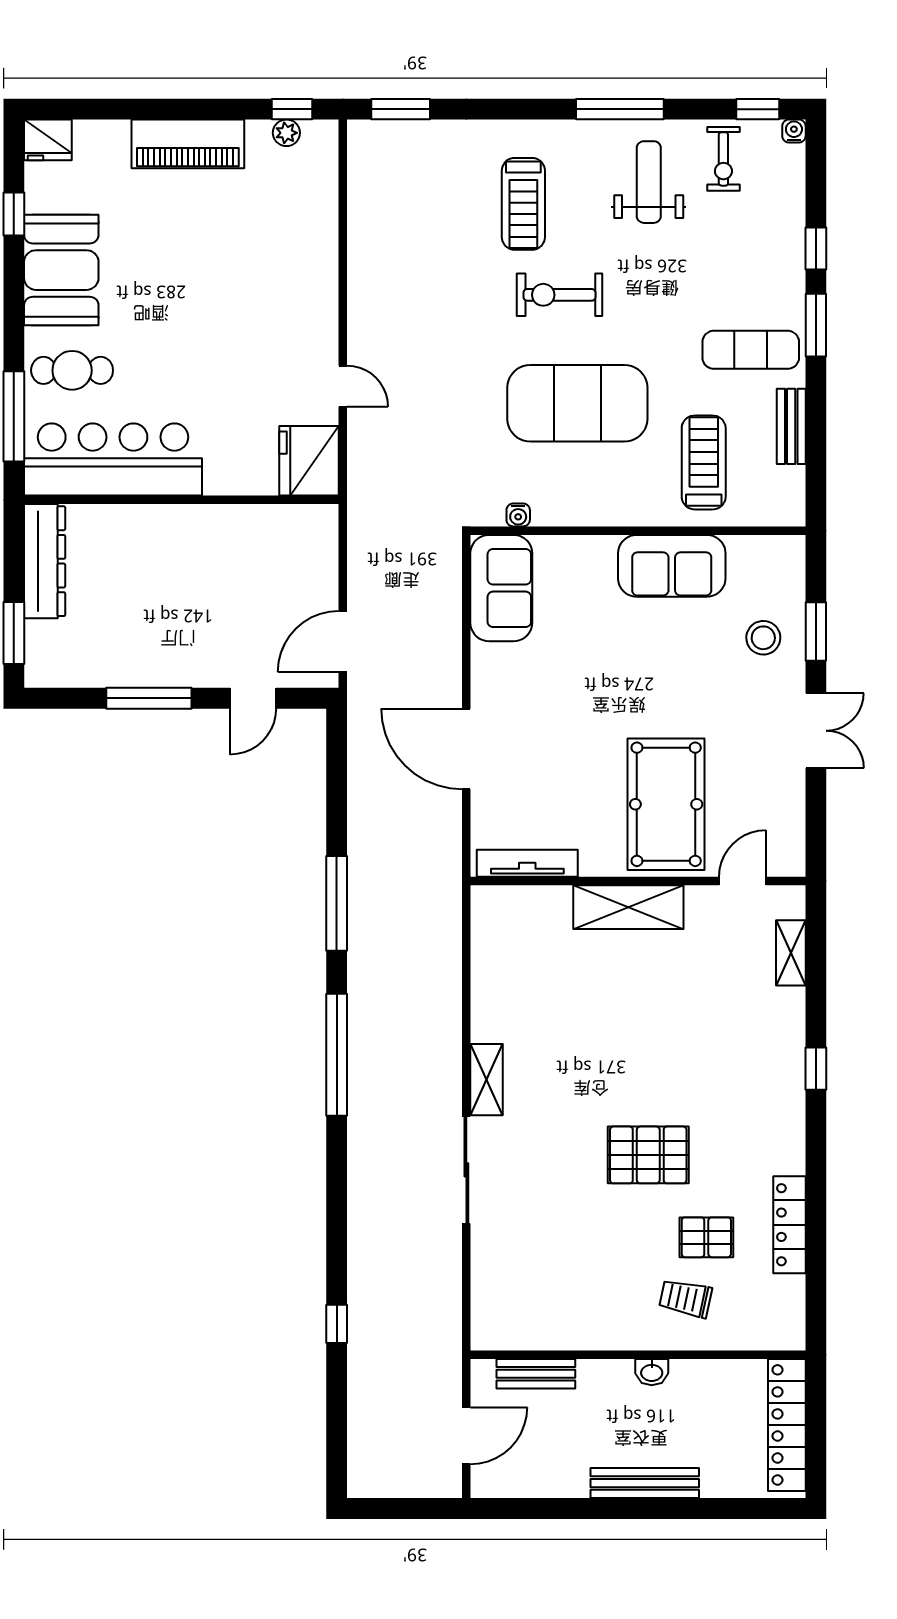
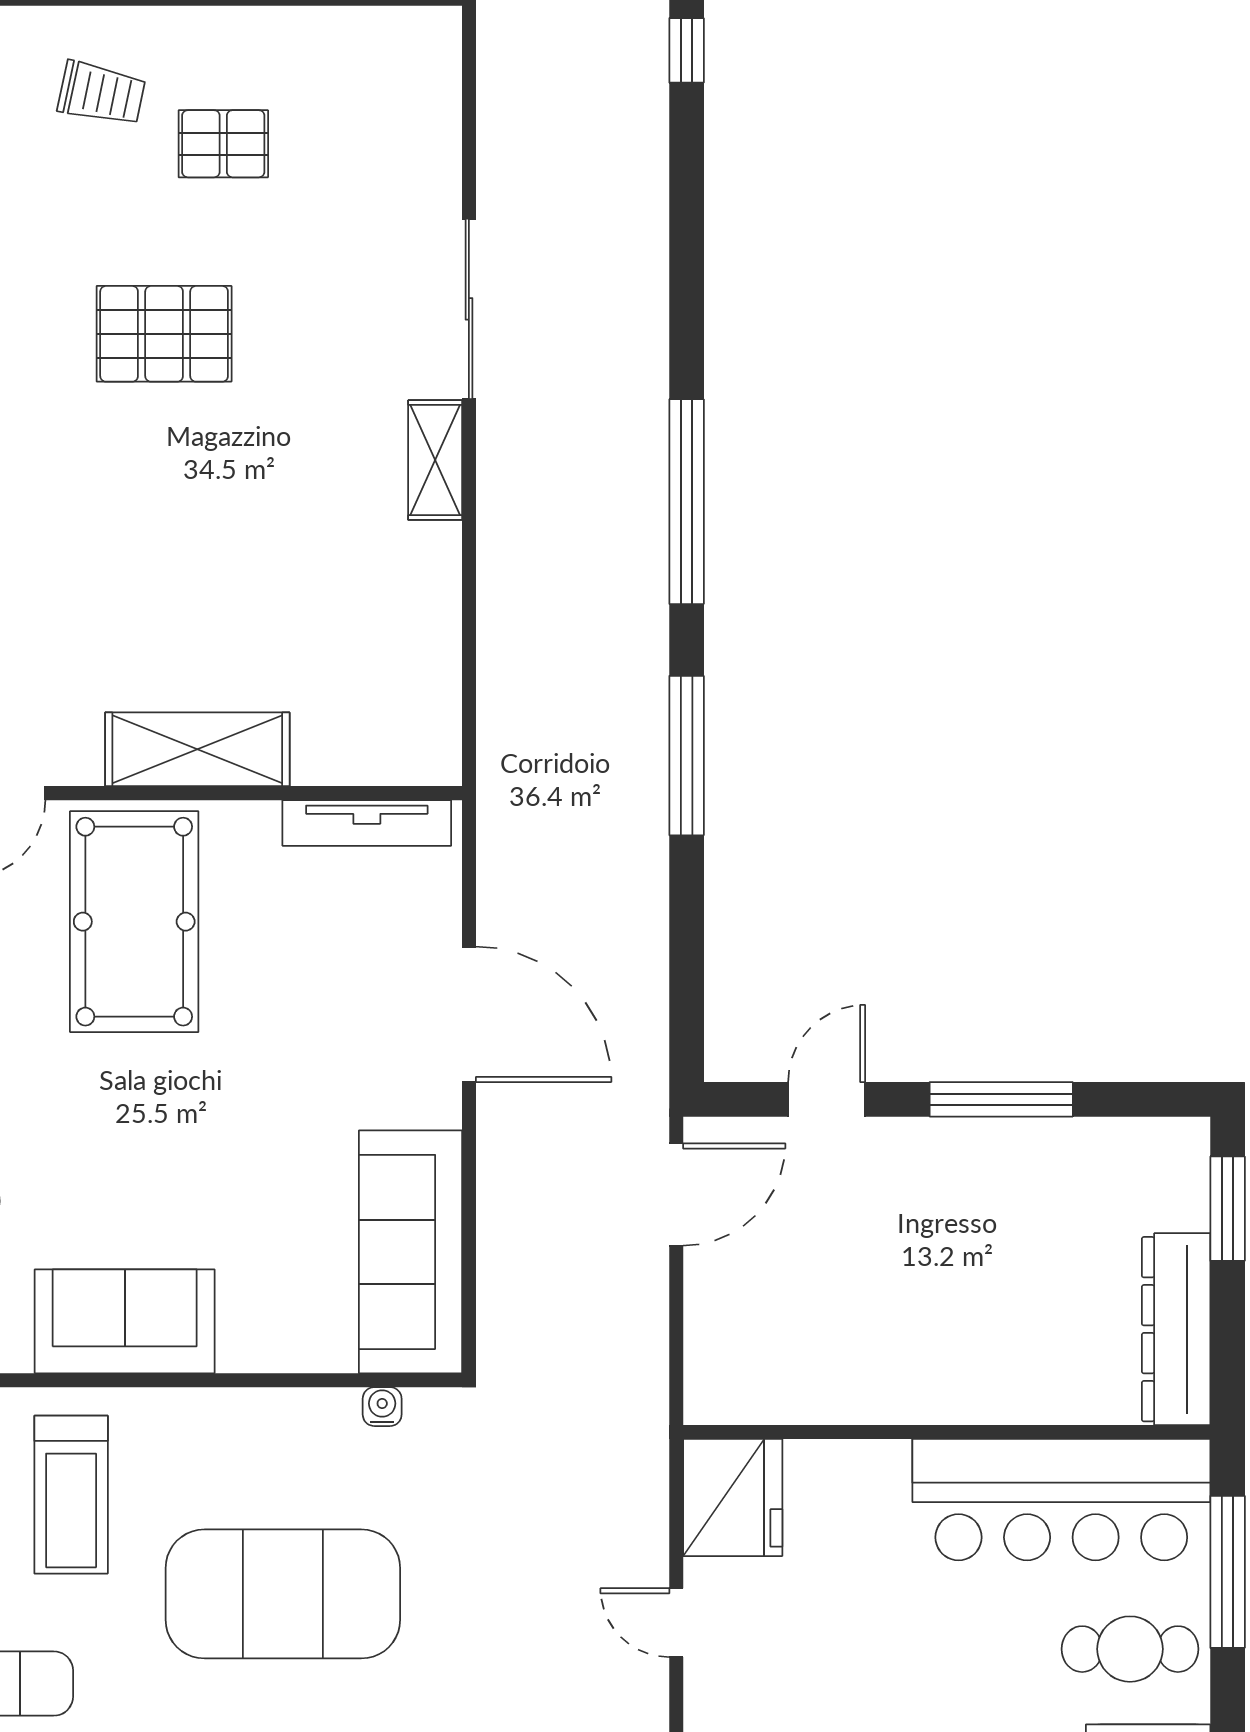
sofa: (501, 588) -> (410, 1252), width x1.36
pallet: (706, 1237) -> (223, 144), moved

